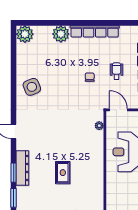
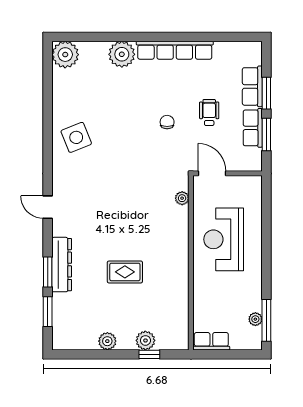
rug: (63, 173) -> (125, 272), turned 90

